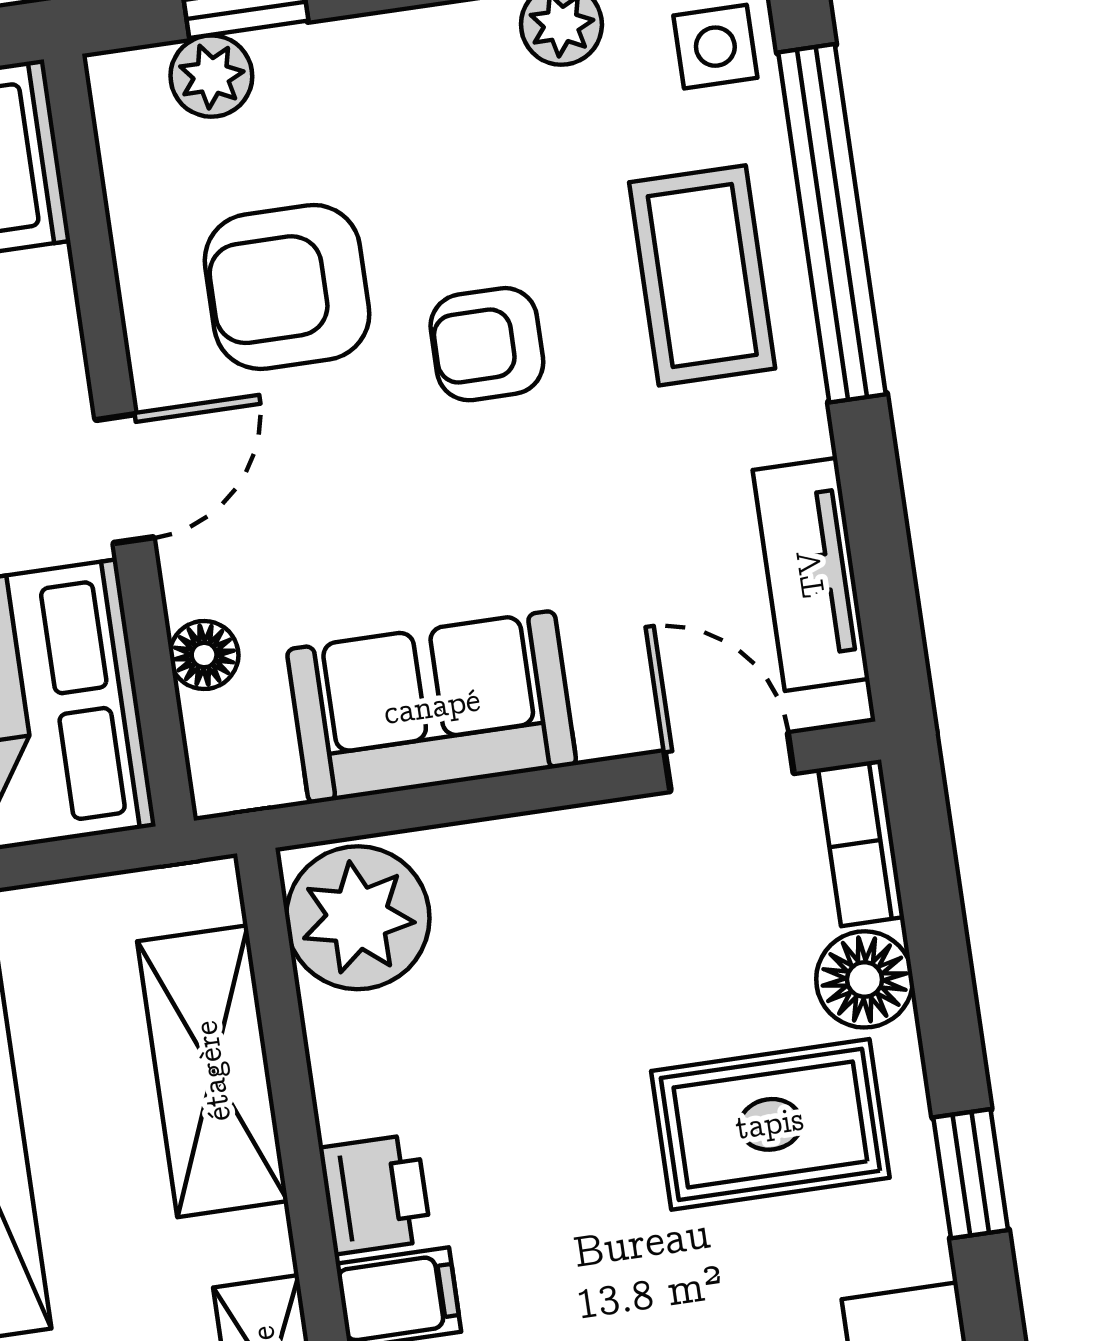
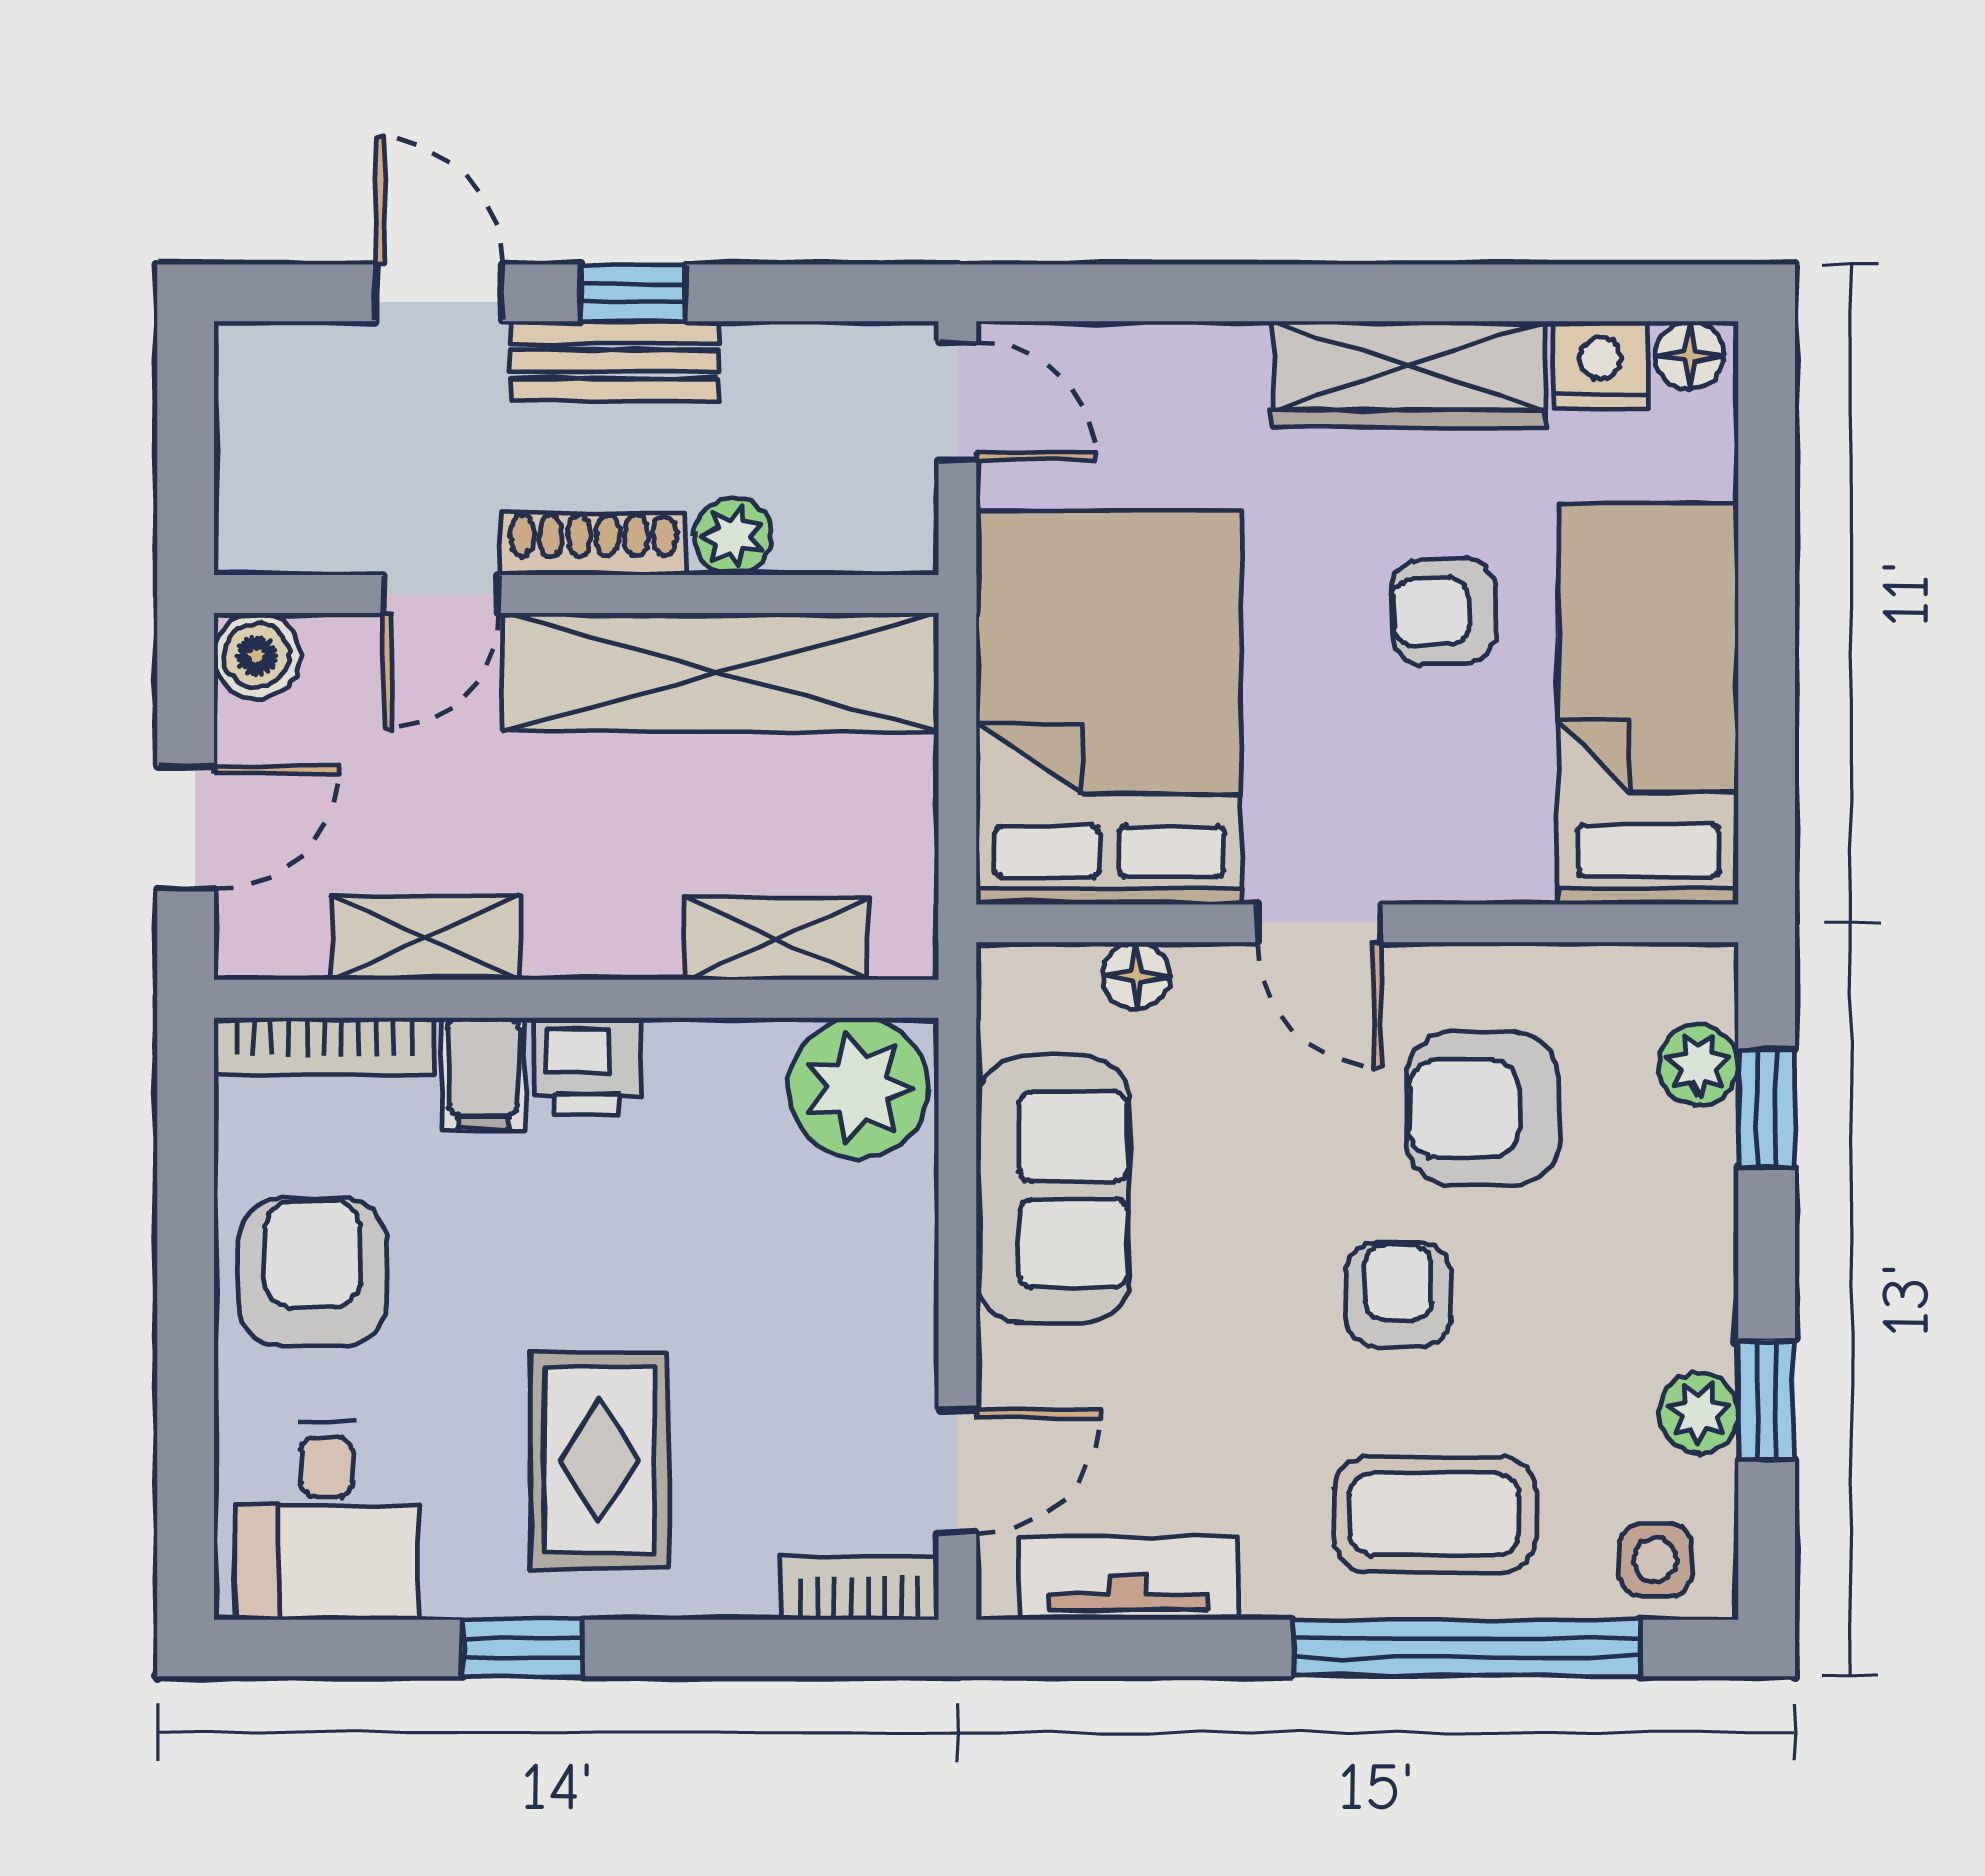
armchair: (287, 287) -> (1482, 1109), turned -90
floor lamp: (865, 979) -> (727, 1572), removed
shelving: (213, 1071) -> (776, 939), width x0.67, depth x0.75

